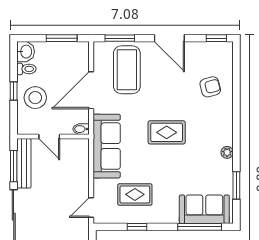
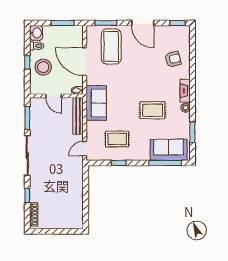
door: (91, 90) -> (85, 62), hinge flipped
fireplace: (227, 129) -> (185, 91), added
rug: (167, 132) -> (153, 110), moved
sofa: (107, 146) -> (96, 103), width x0.73
bench: (24, 163) -> (78, 116), moved

